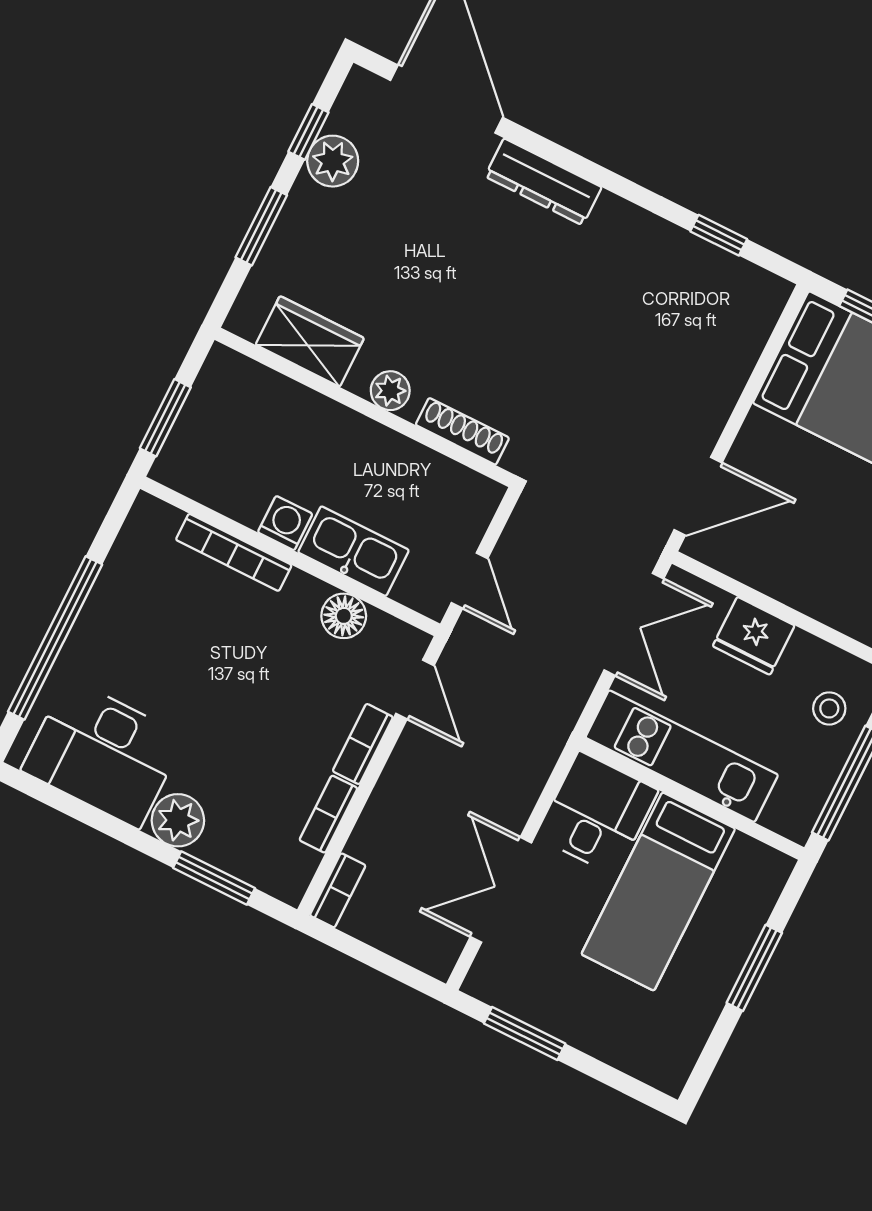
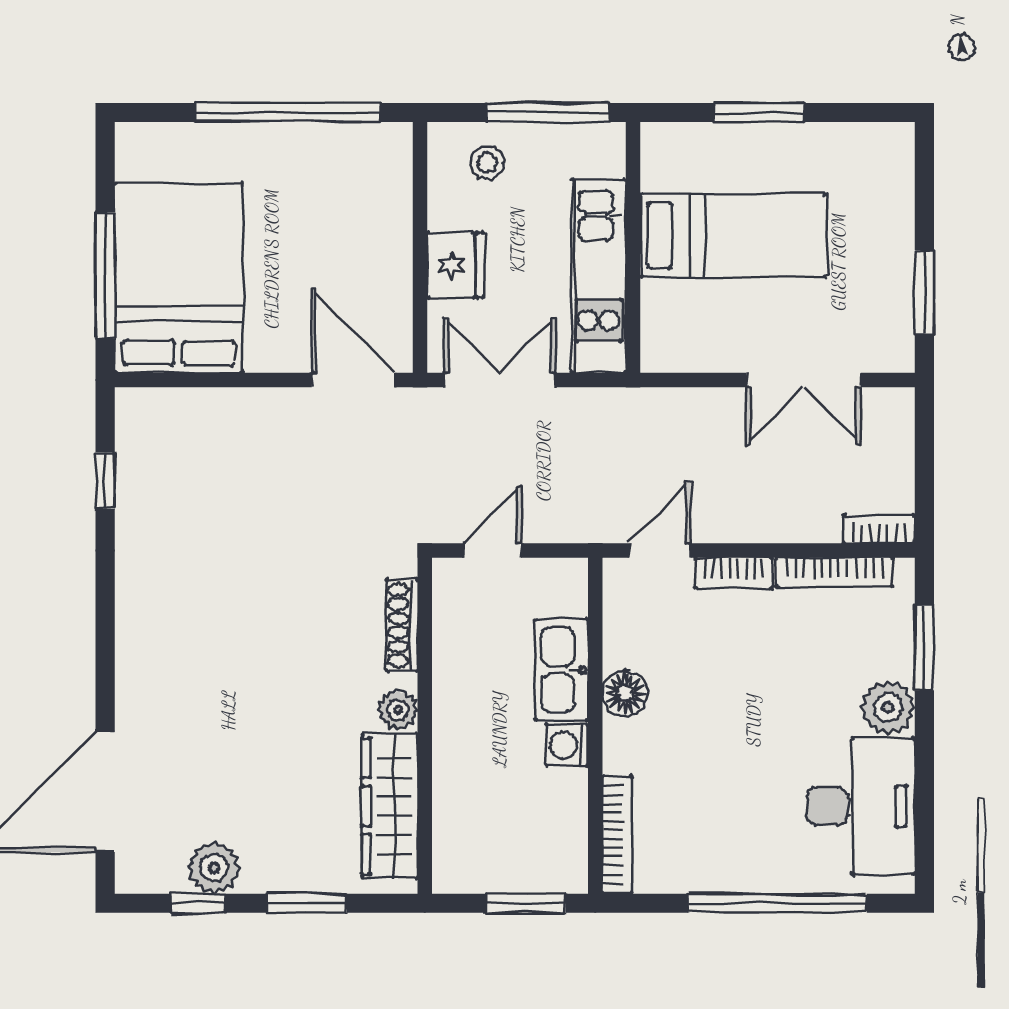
dresser: (543, 182) -> (137, 666), removed
wardrobe: (310, 341) -> (390, 806), width x1.50
bookcase: (234, 552) -> (617, 835), moved
door: (469, 581) -> (492, 550), moved
floor lamp: (344, 616) -> (625, 693), moved
desk: (597, 813) -> (690, 327), removed
bookcase: (328, 814) -> (834, 572), width x1.56

